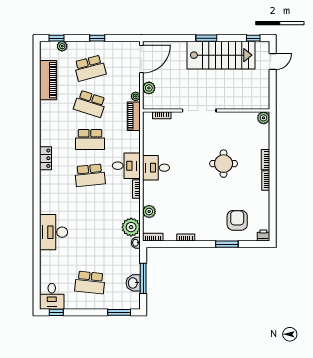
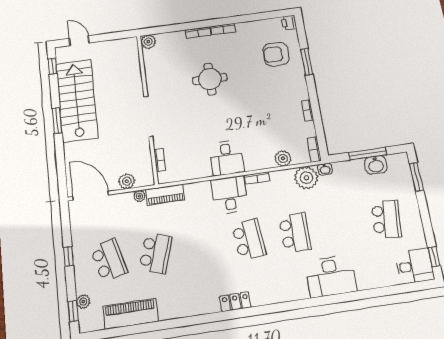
school desk: (90, 140) -> (295, 233), moved

